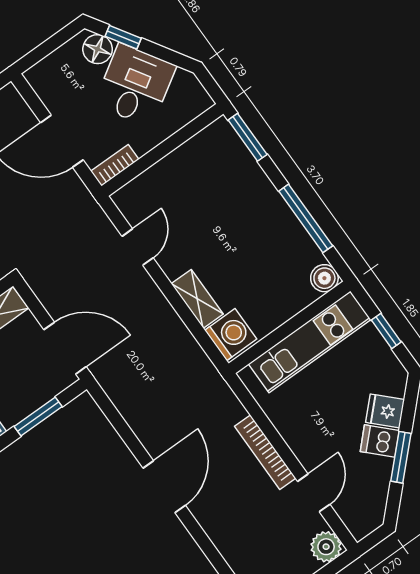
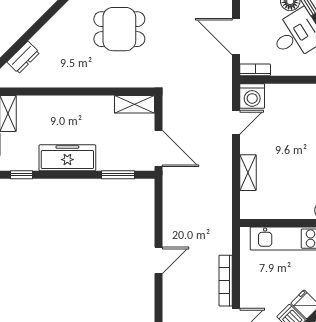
washing machine: (231, 335) -> (252, 96), moved, turned 90
door: (164, 487) -> (159, 260), width x0.73

